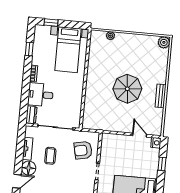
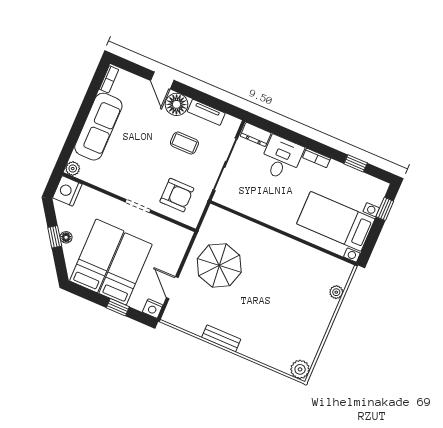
parasol: (127, 89) -> (219, 265), moved
door: (140, 135) -> (172, 288), swing flipped
armchair: (83, 150) -> (177, 195), turned 102
bed: (137, 167) -> (126, 269), added

